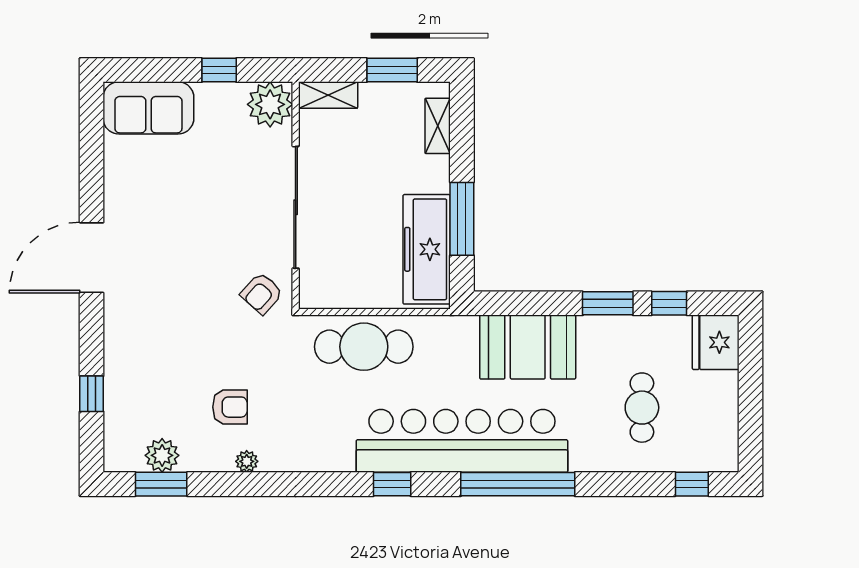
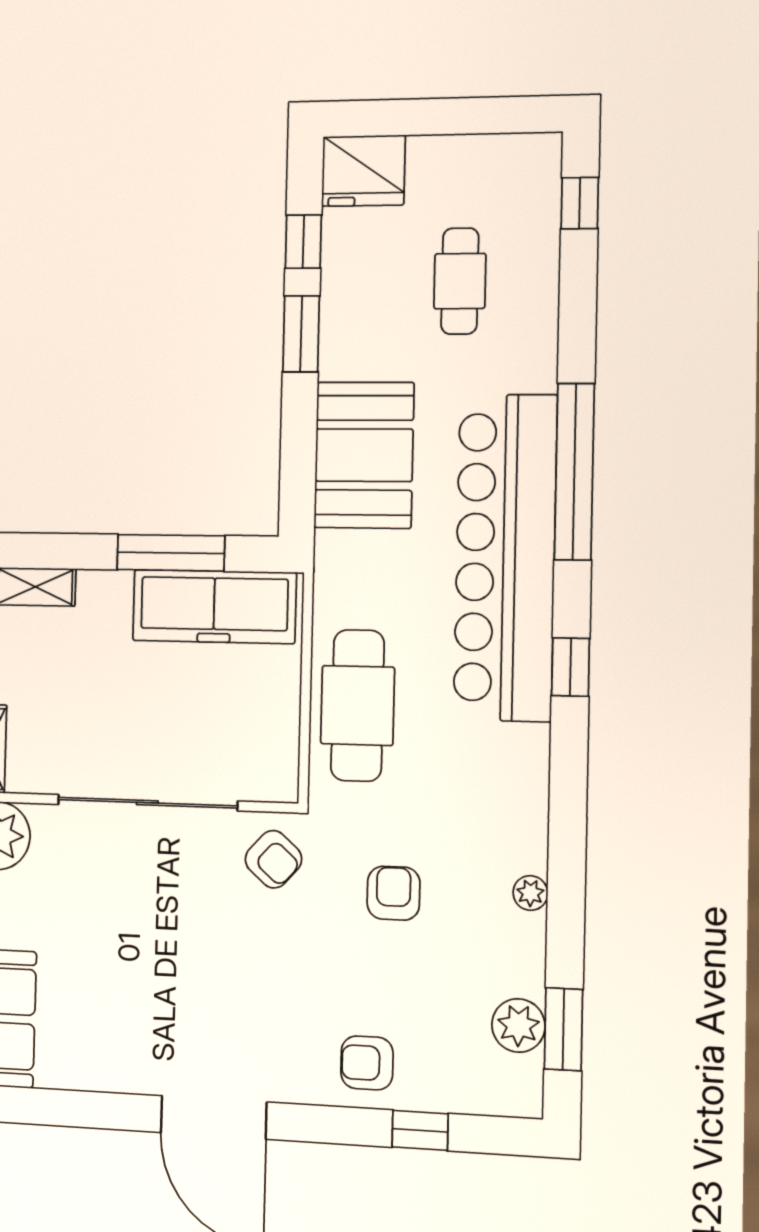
armchair: (133, 358) -> (367, 1063), added
armchair: (230, 407) -> (394, 893), moved
cafe table: (642, 408) -> (460, 281), turned 90

